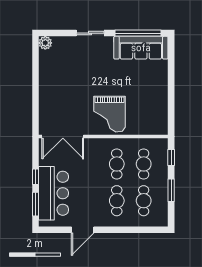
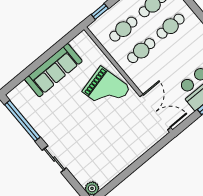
sofa: (141, 48) -> (53, 70), moved, turned 90
grand piano: (110, 114) -> (106, 90), turned 76

